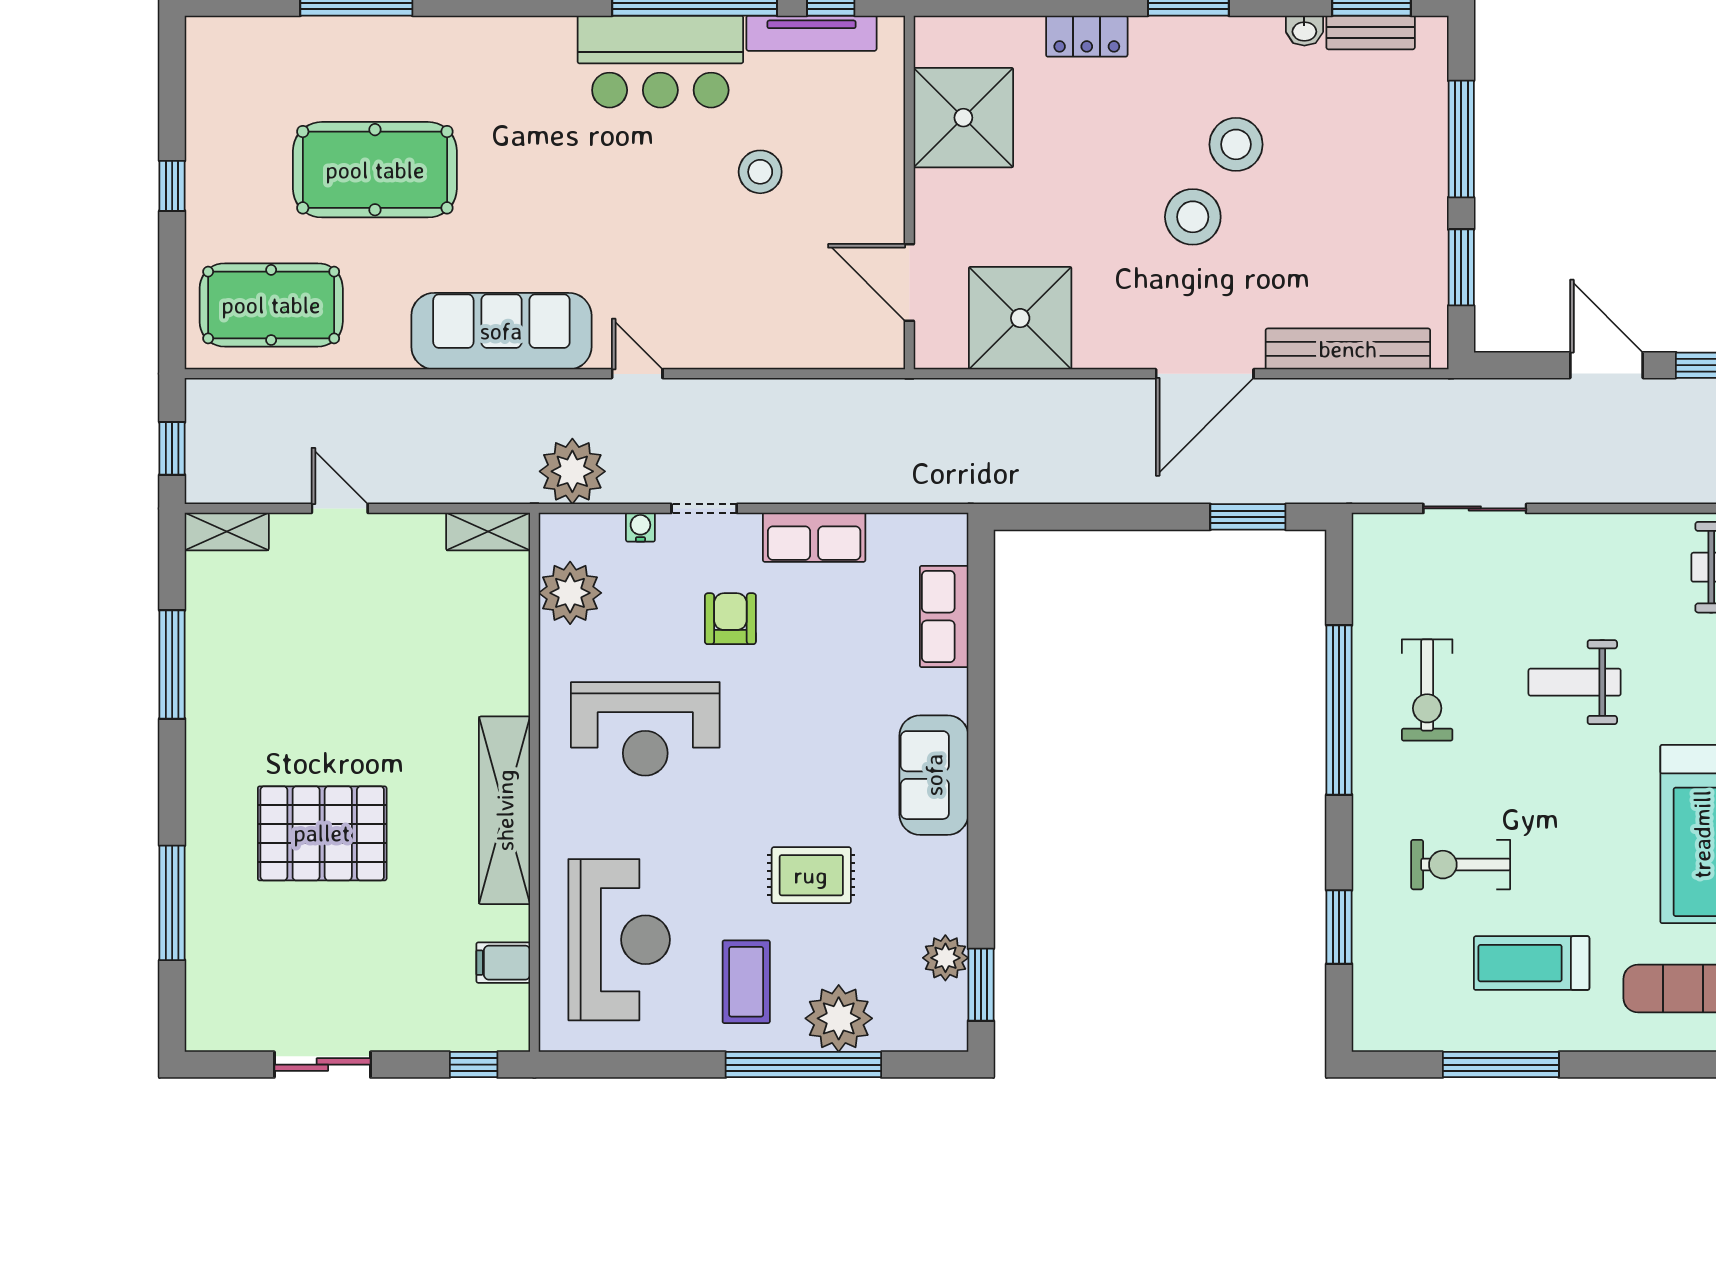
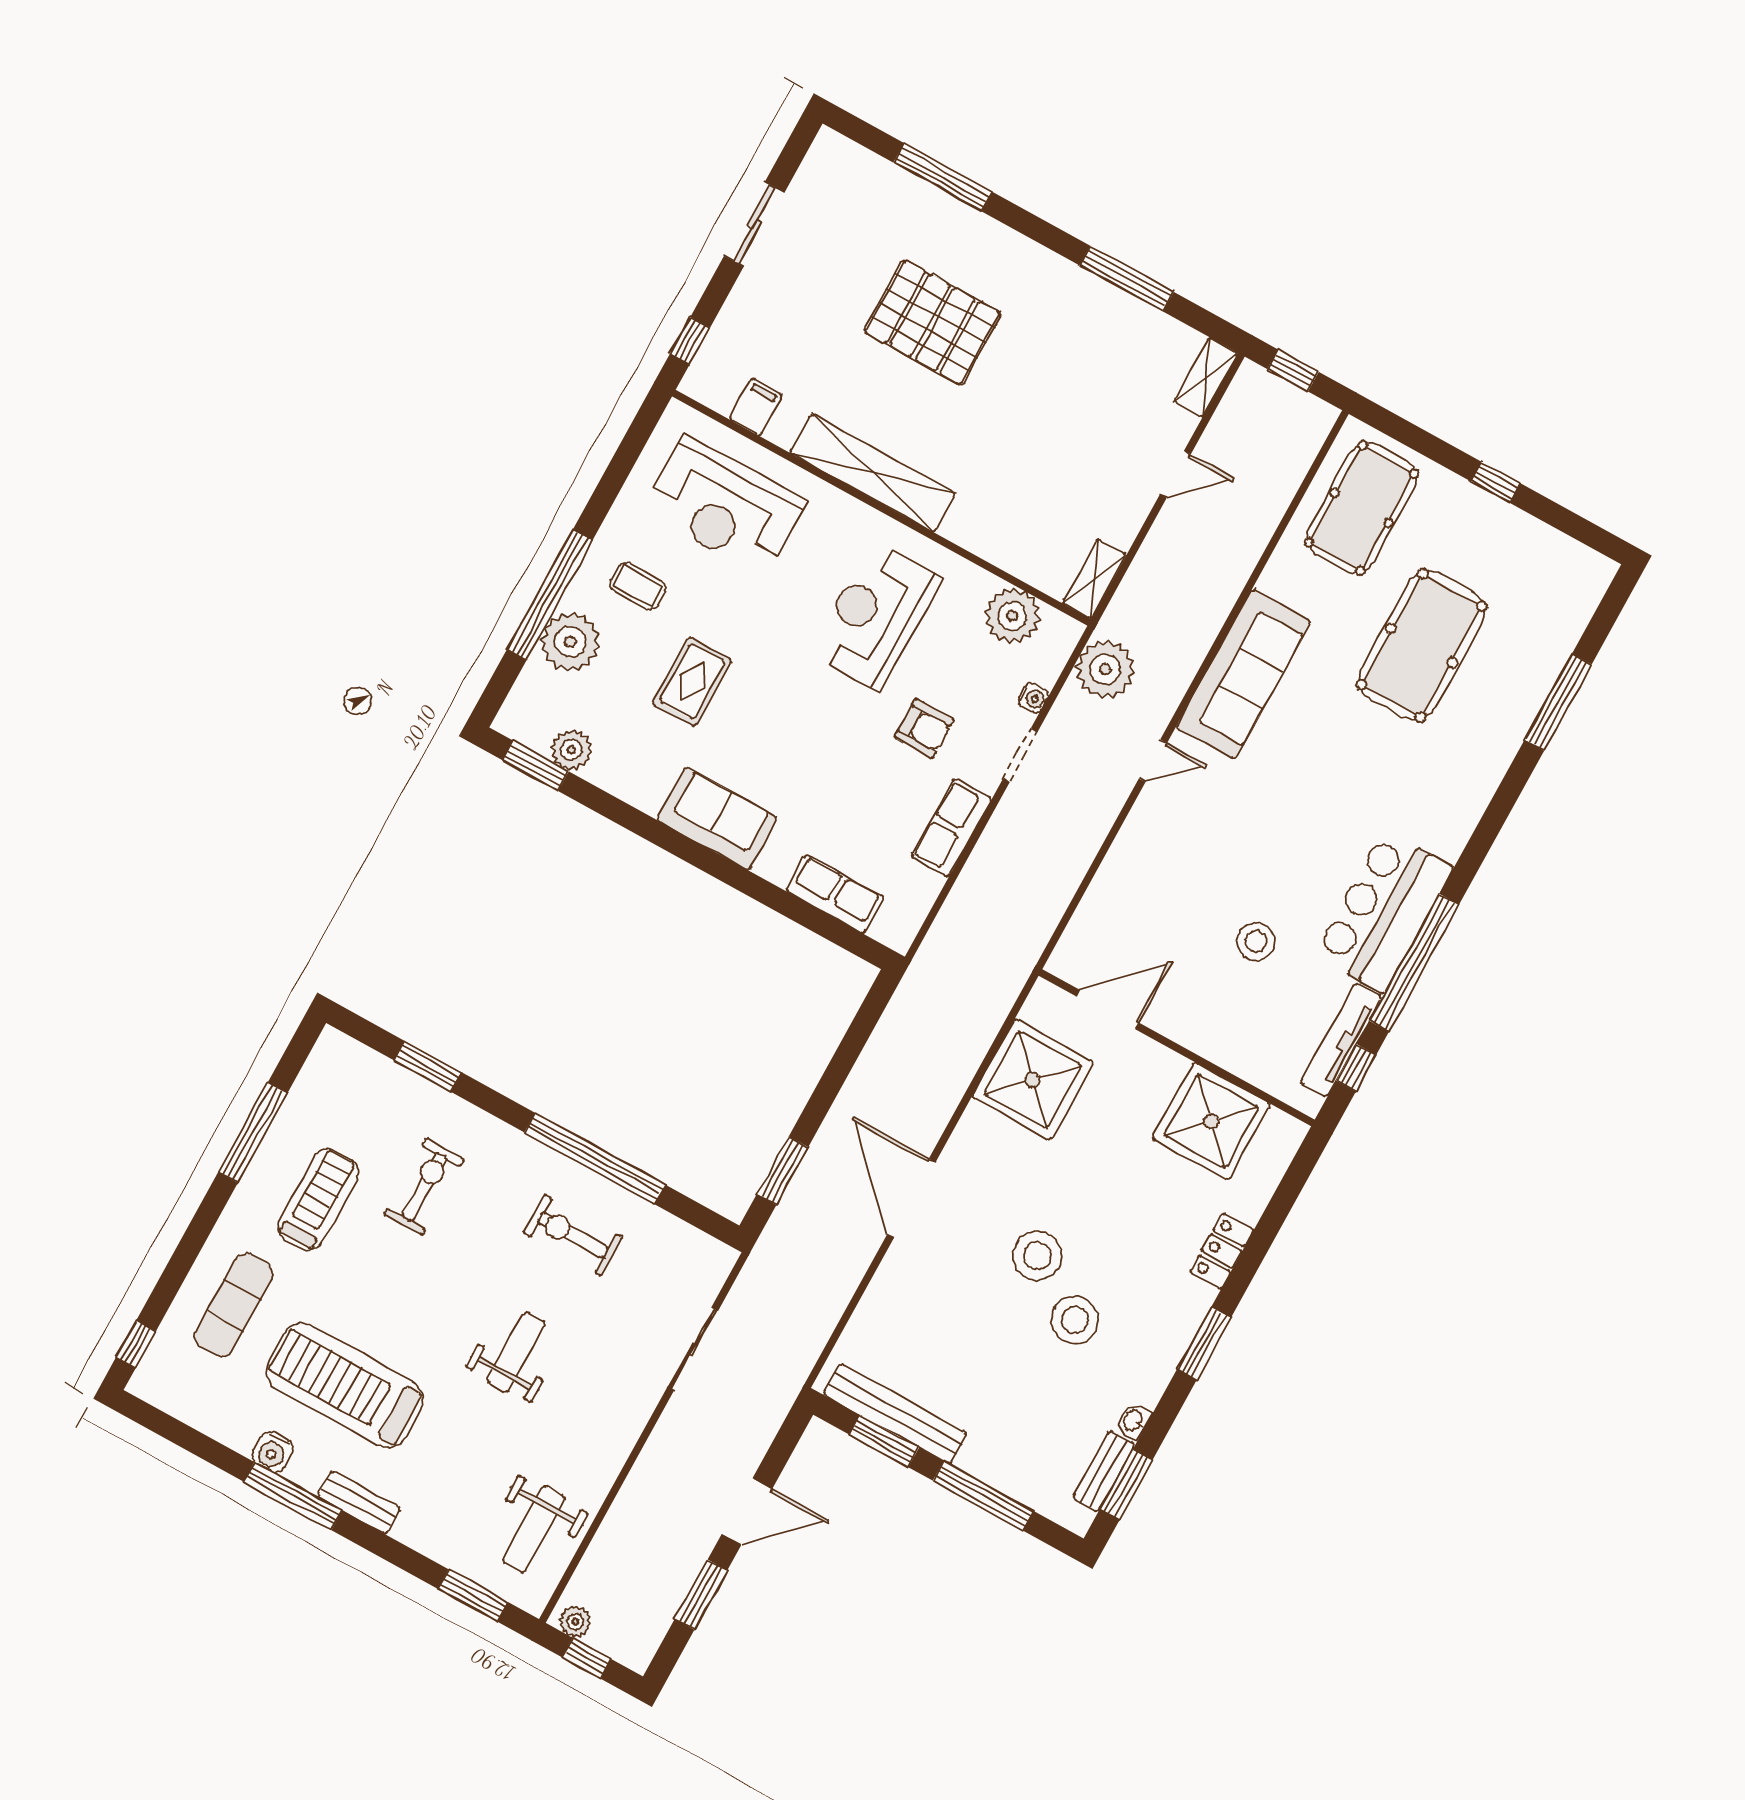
bench: (1348, 349) -> (895, 1414), moved, turned 90
pallet: (322, 833) -> (933, 322), turned 90
coffee table: (746, 982) -> (638, 586), width x0.73, depth x0.77

